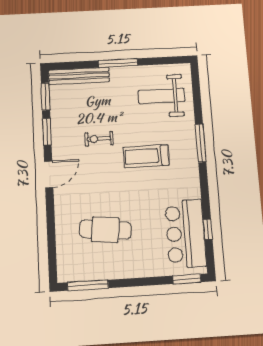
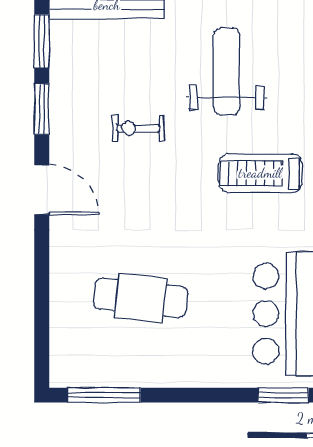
weight bench: (162, 96) -> (227, 71), moved, turned 90
treadmill: (146, 156) -> (260, 173), moved
door: (49, 174) -> (42, 190), hinge flipped

